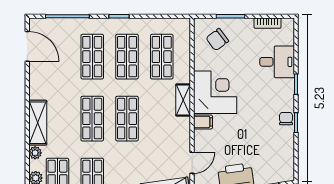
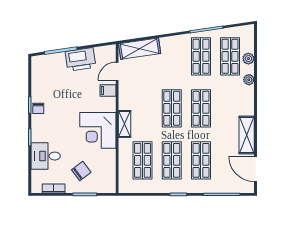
chair: (217, 40) -> (81, 171), moved
filing cabinet: (203, 122) -> (108, 90), moved
shelving: (38, 123) -> (247, 135), moved

